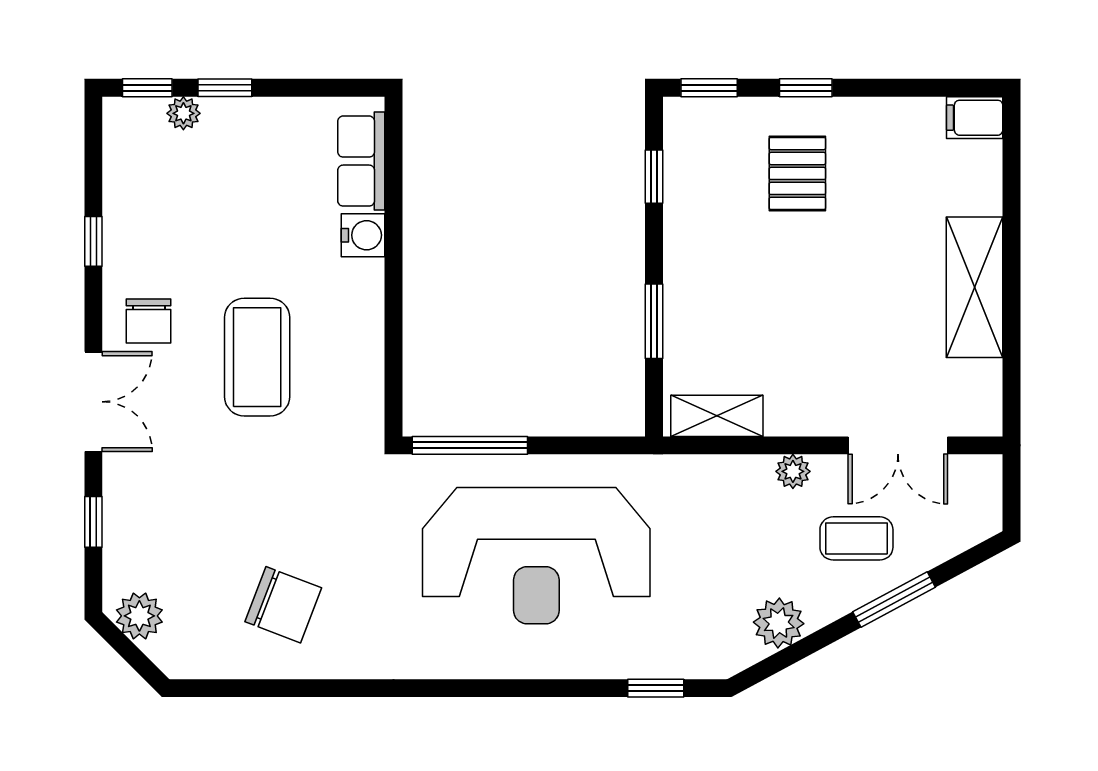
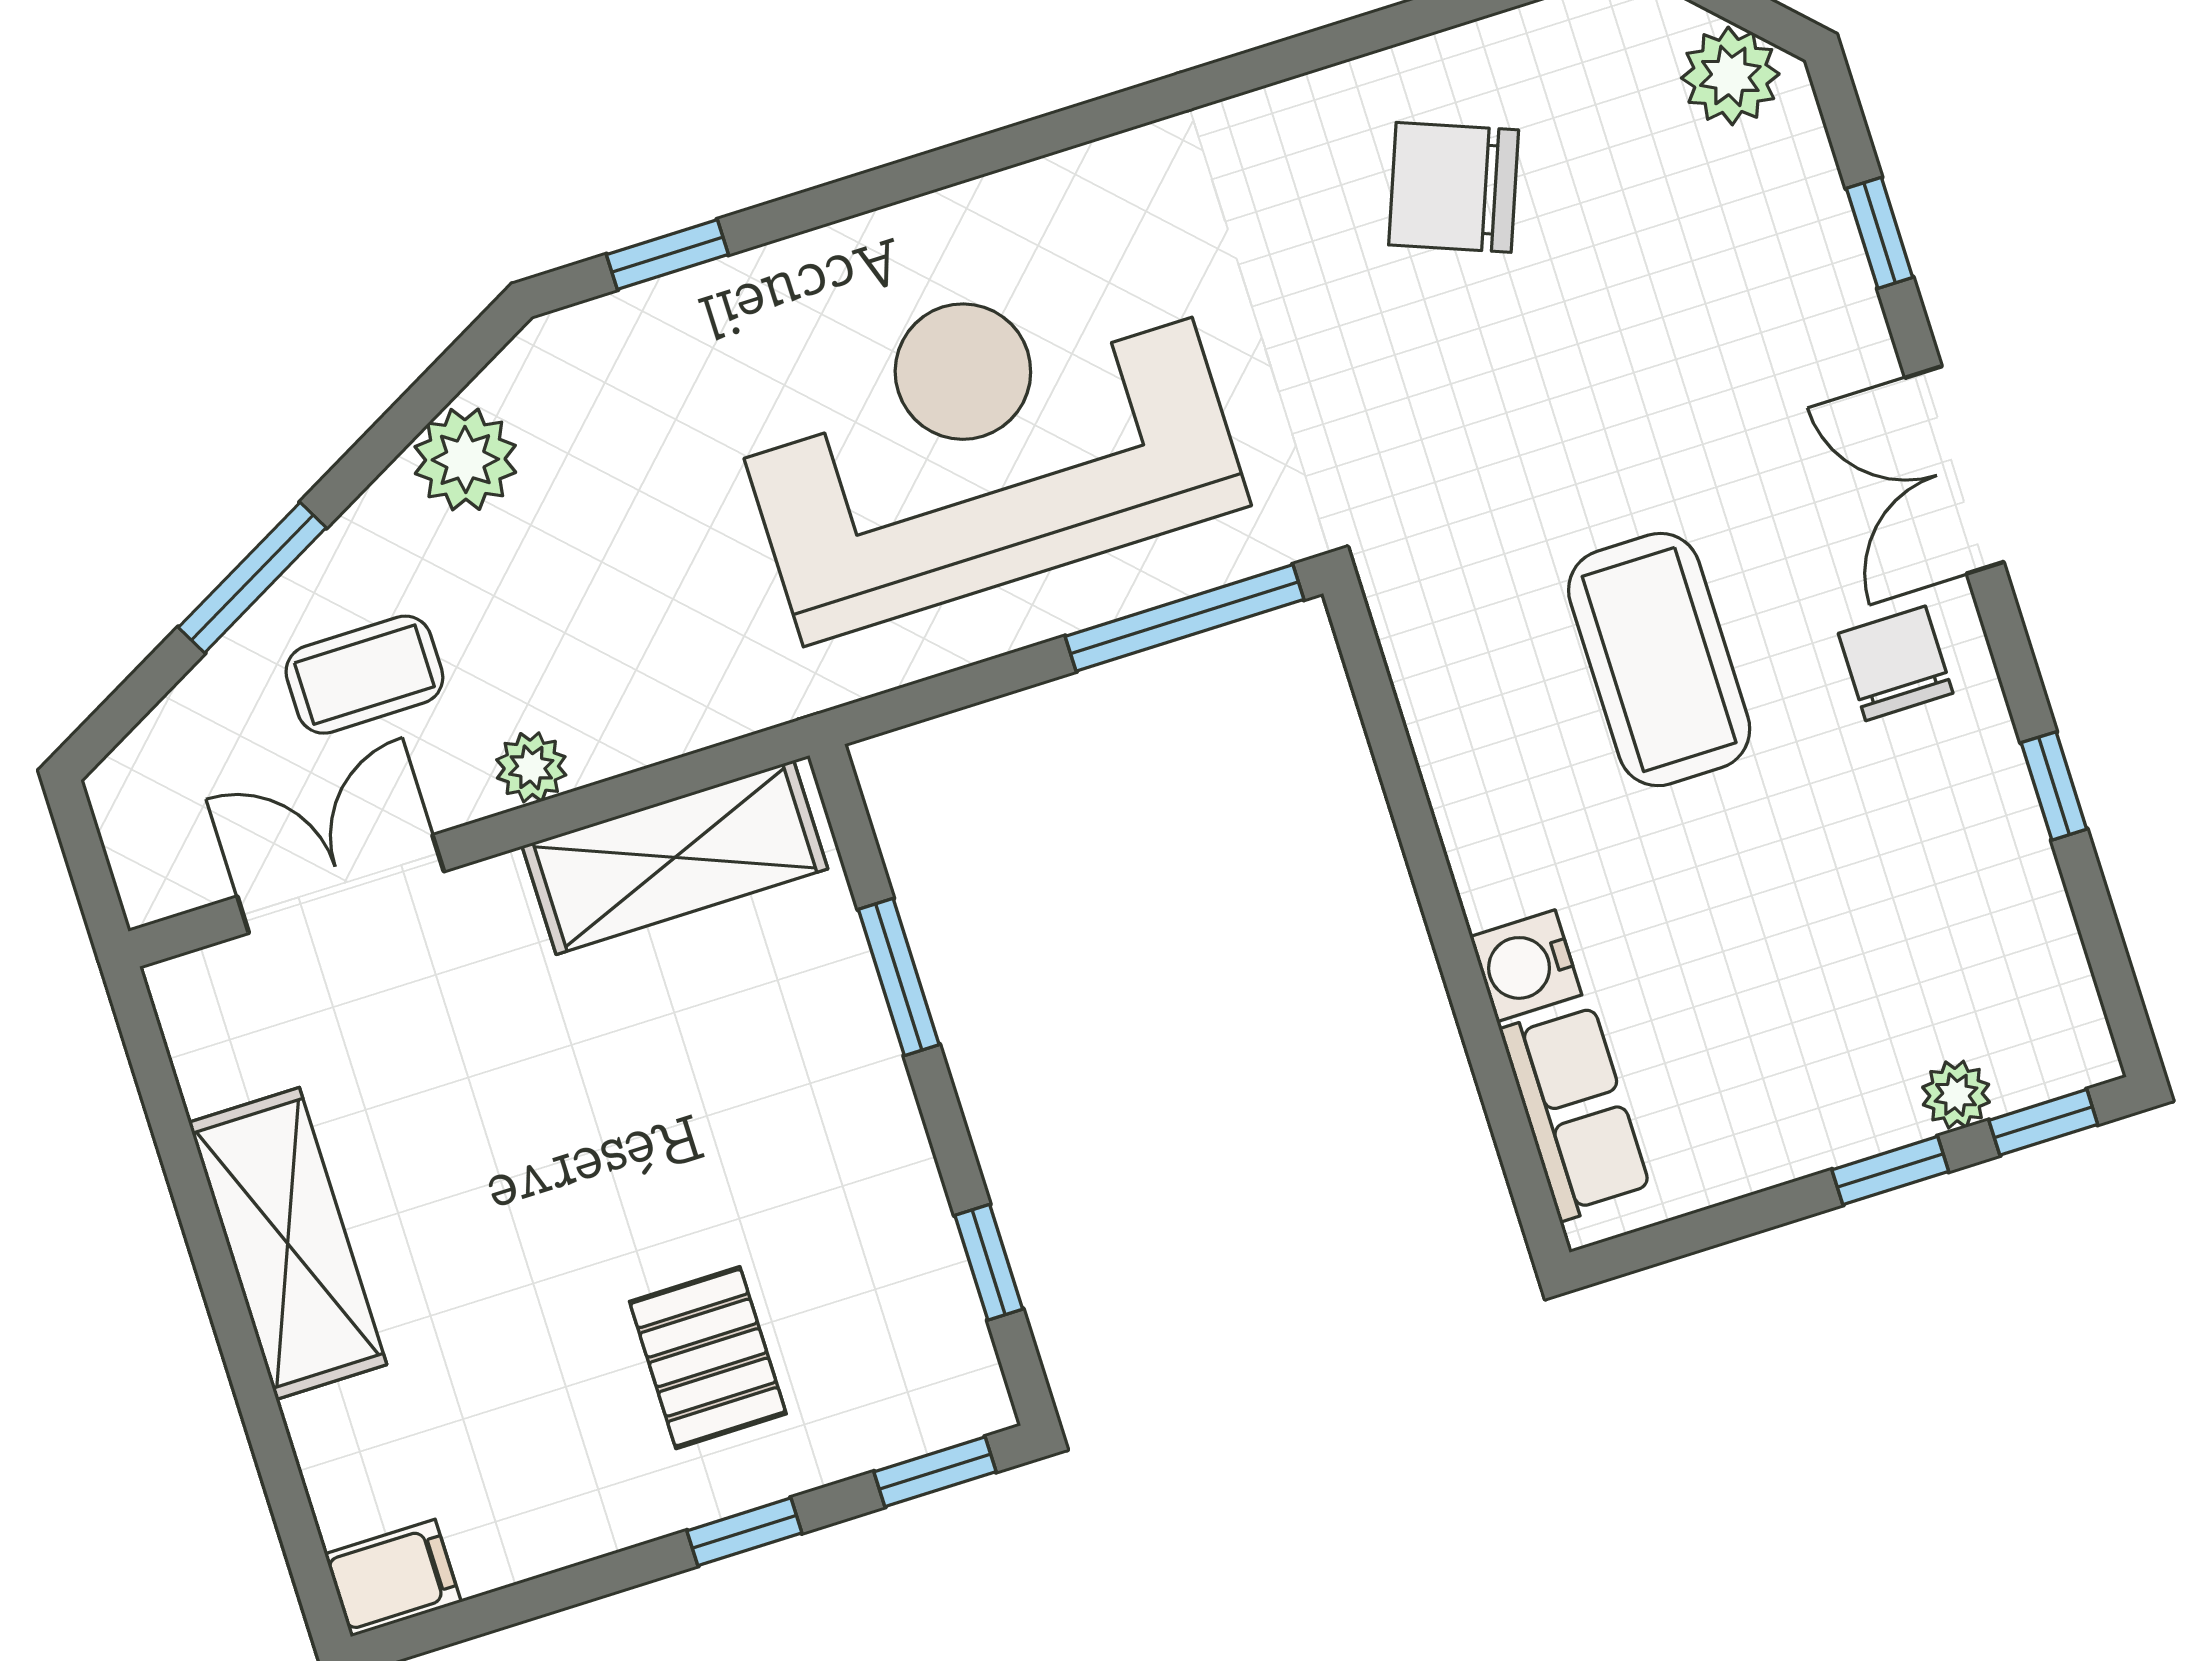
shelving: (717, 416) -> (675, 857), width x1.50, depth x1.33

